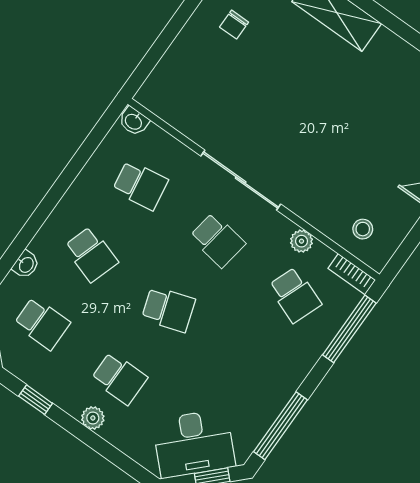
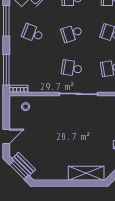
plant: (302, 241) -> (43, 88), removed
school desk: (295, 295) -> (33, 33), moved

